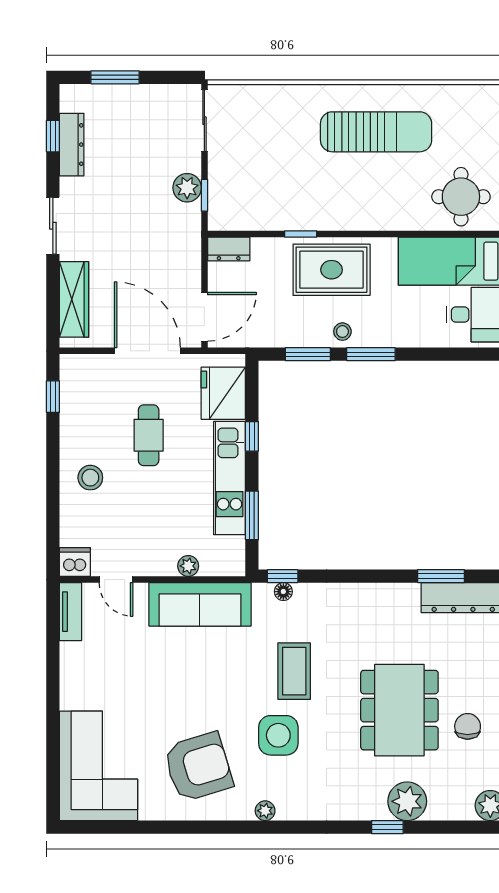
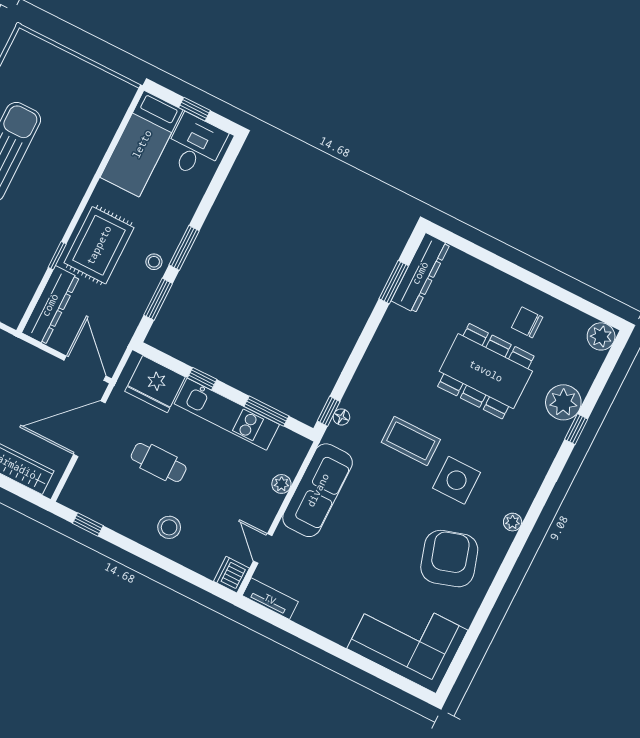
round table: (461, 197) -> (93, 110), removed
dresser: (229, 249) -> (50, 305), width x1.96, depth x1.24
door: (116, 580) -> (263, 548), swing flipped

